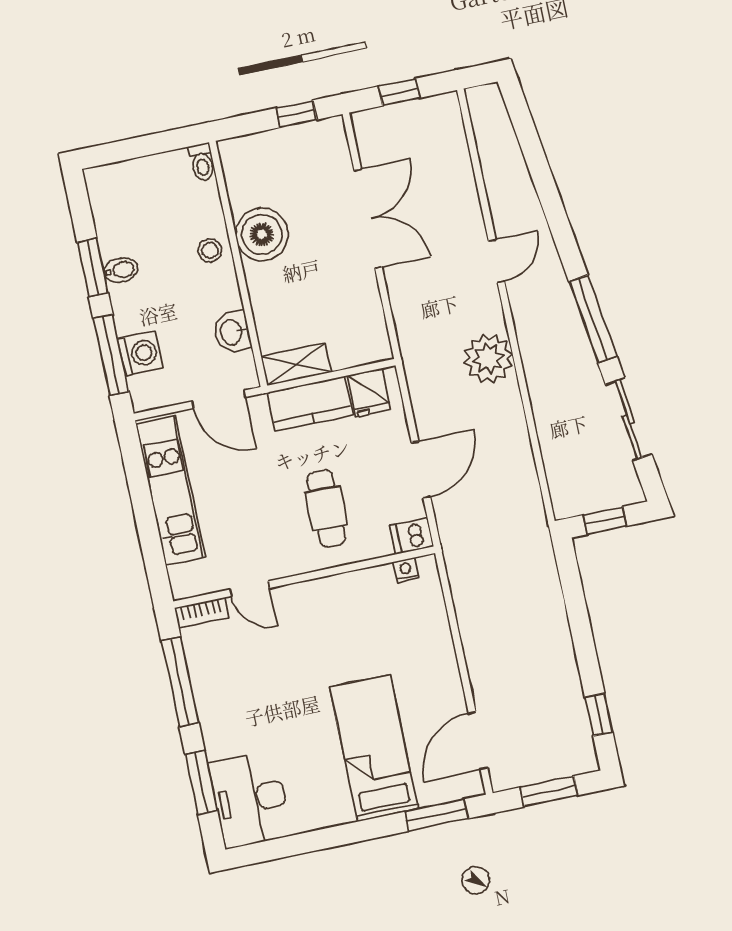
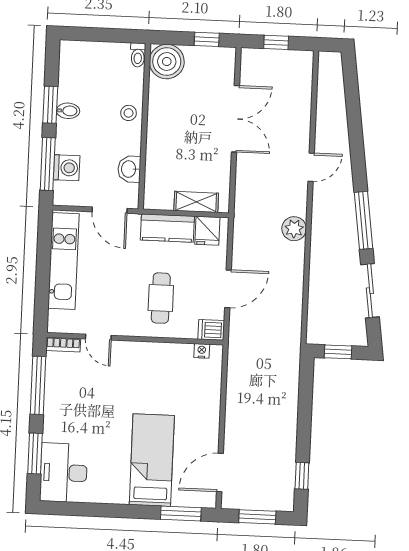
boiler: (262, 234) -> (167, 61), moved
plant: (488, 359) -> (294, 229), width x0.73, depth x0.73
shelving: (296, 364) -> (196, 202), moved

